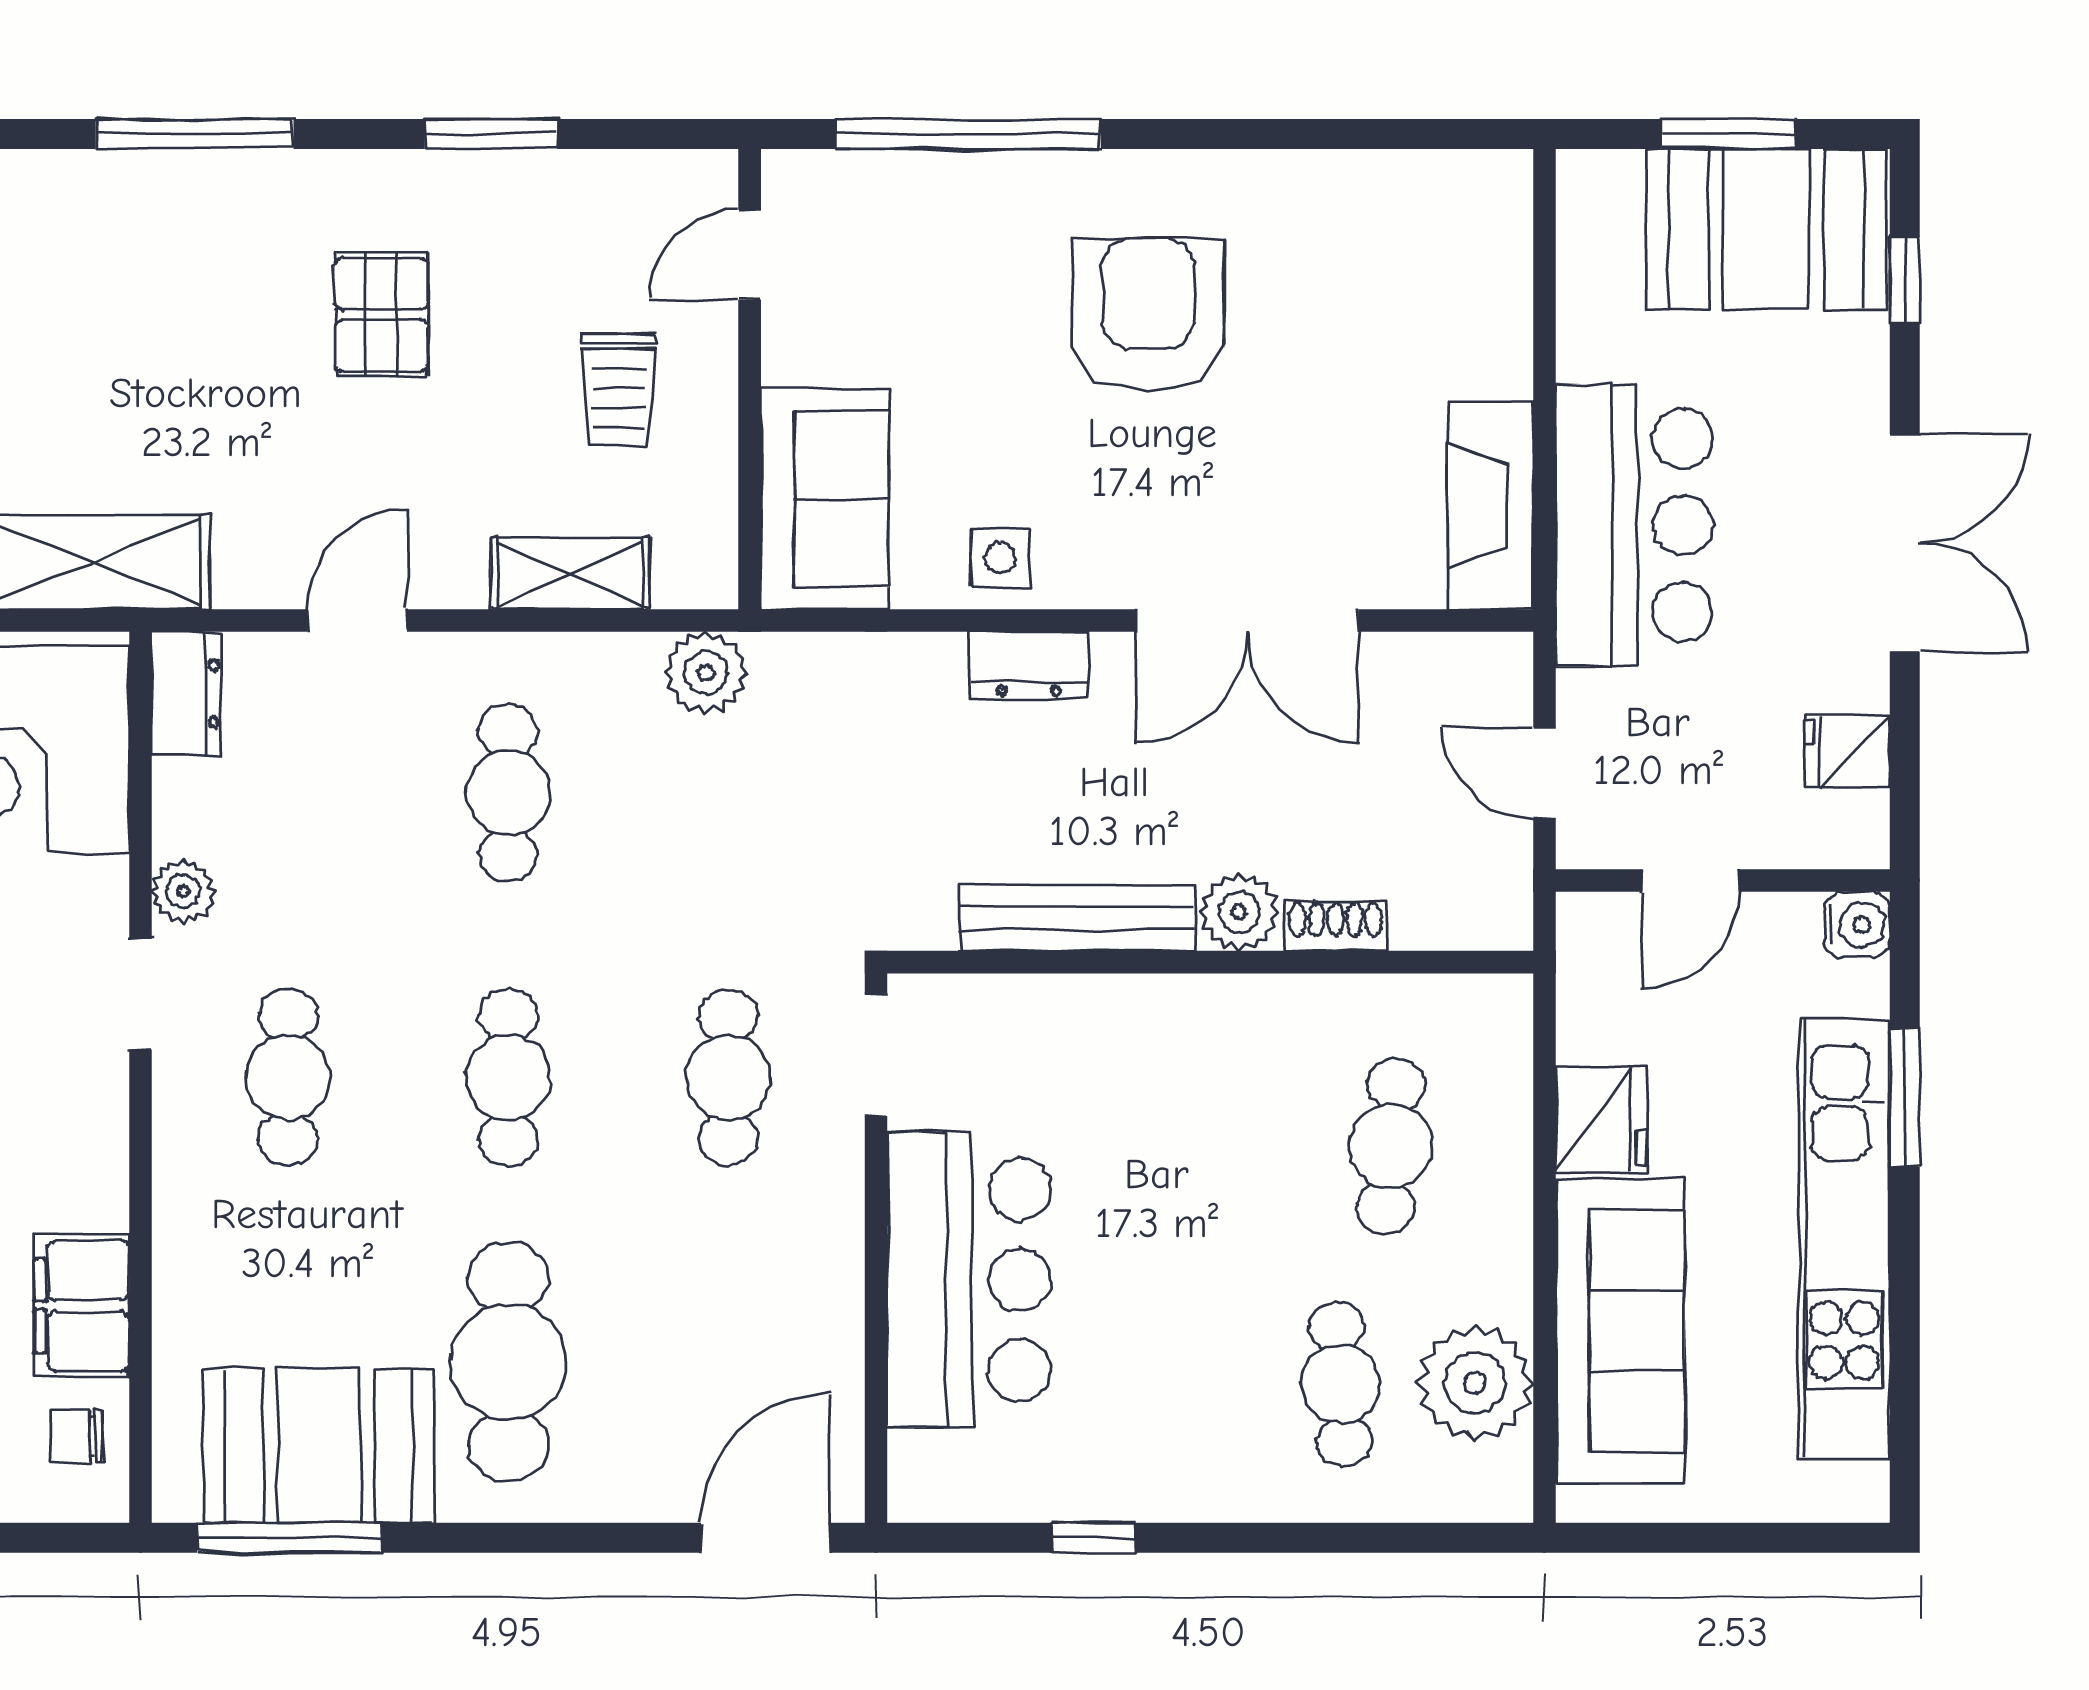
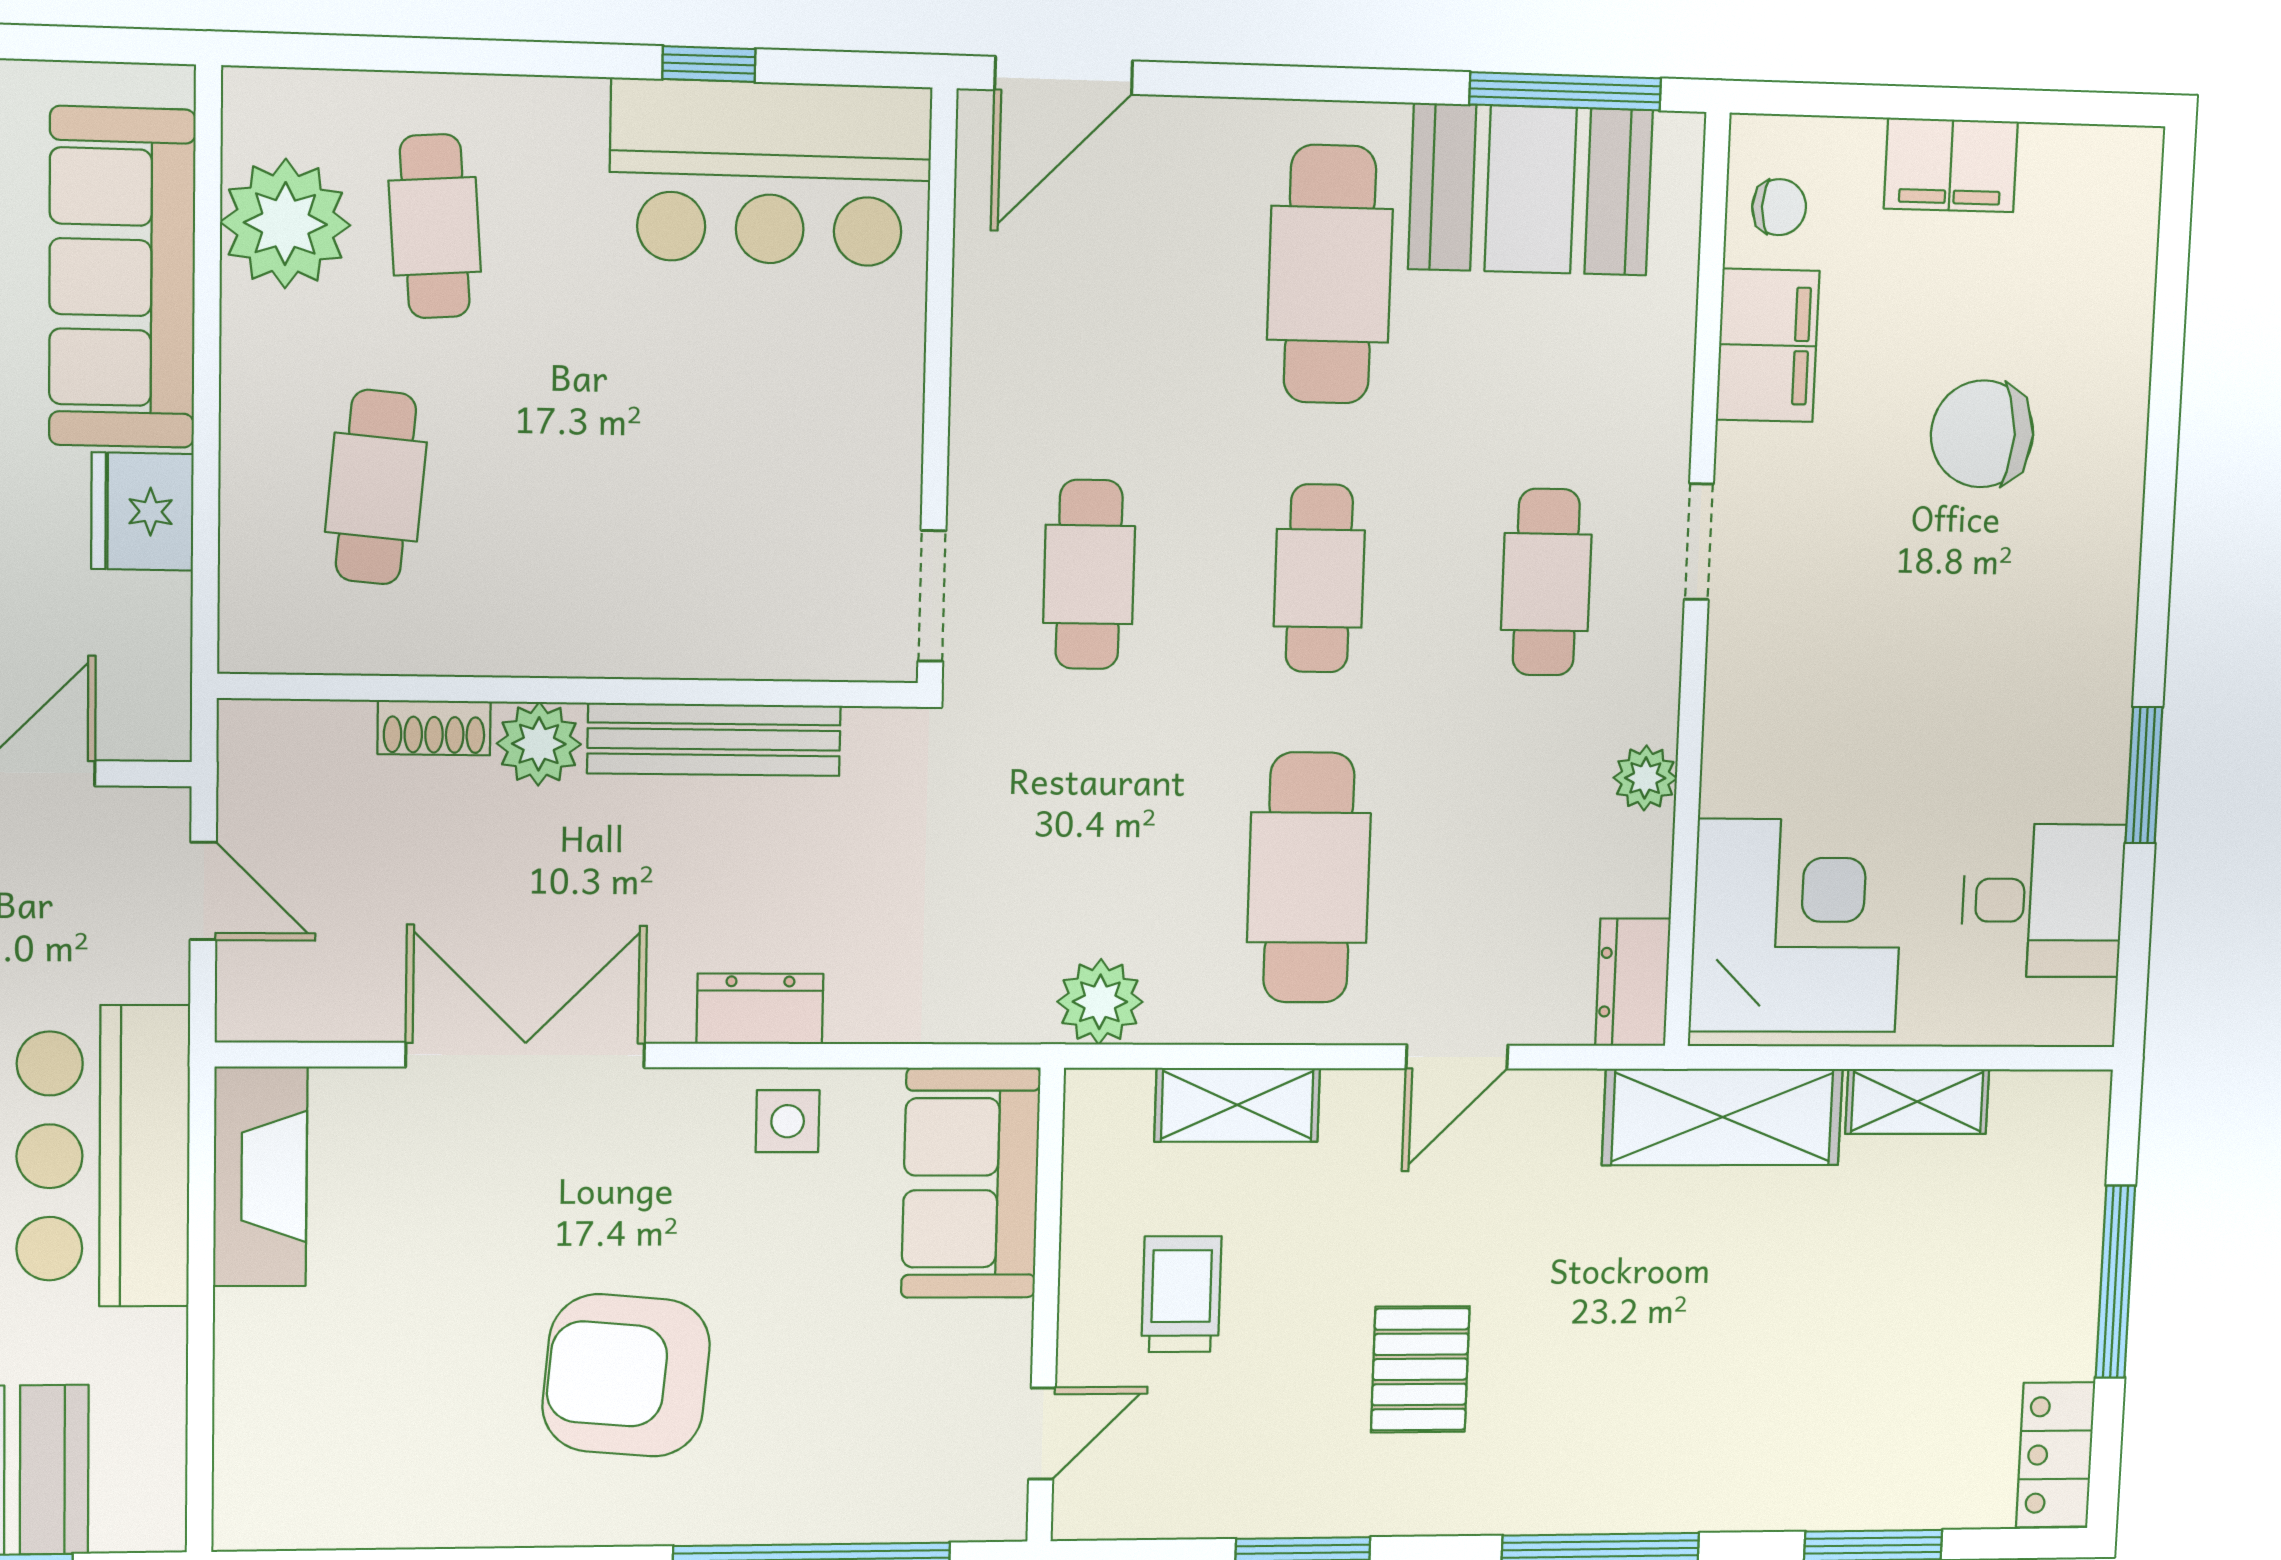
armchair: (1148, 315) -> (626, 1375), turned 95
cafe table: (508, 793) -> (1309, 878), width x1.37, depth x1.35
doorway: (141, 994) -> (1699, 542), moved
bar counter: (969, 1280) -> (771, 173), moved, turned -90

